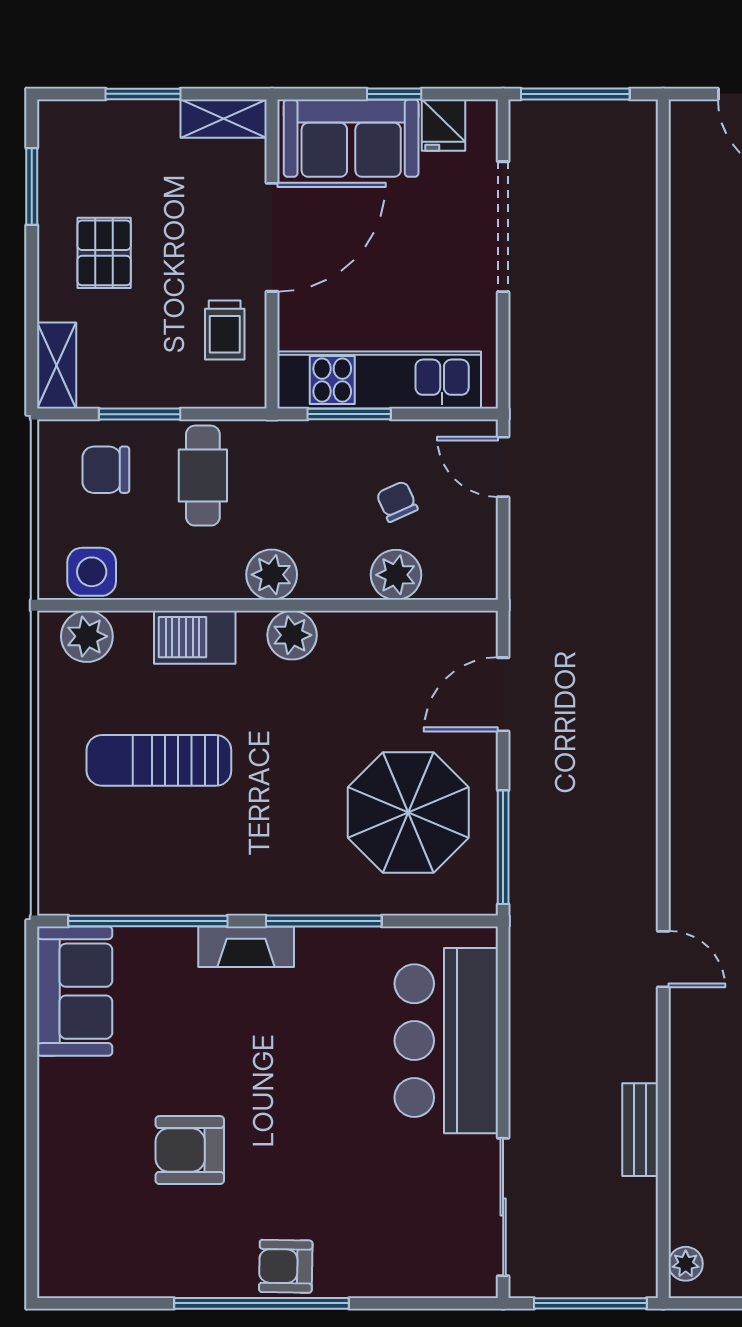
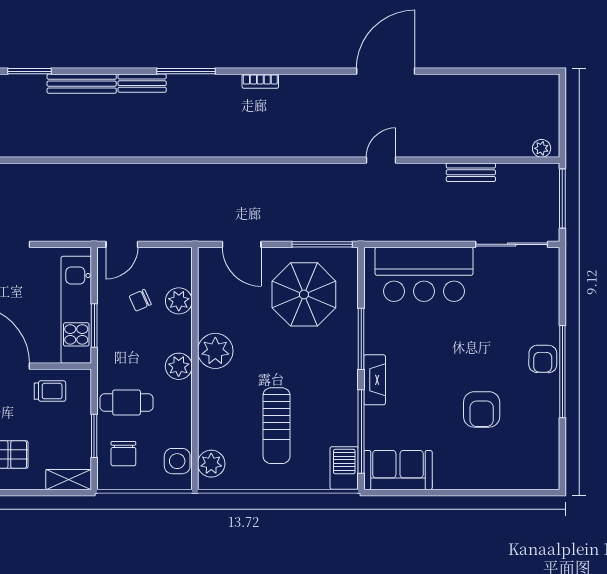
plant: (292, 635) -> (215, 351), width x1.36, depth x1.36
barbecue: (195, 637) -> (344, 468), moved, turned 180

